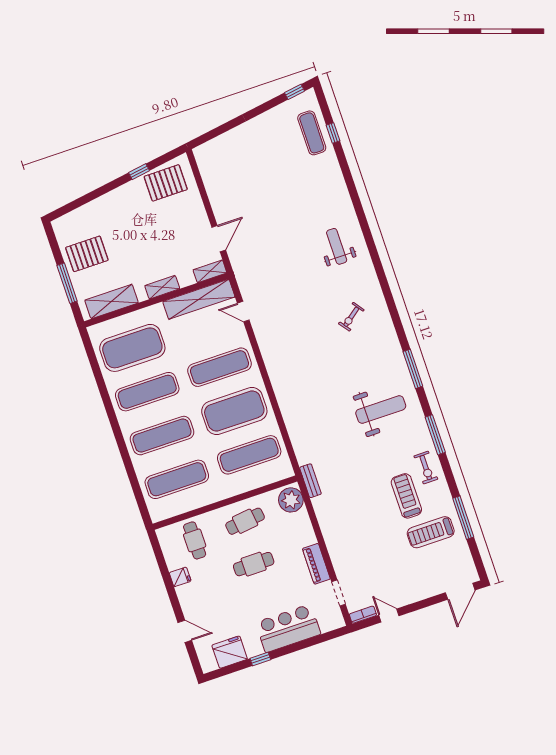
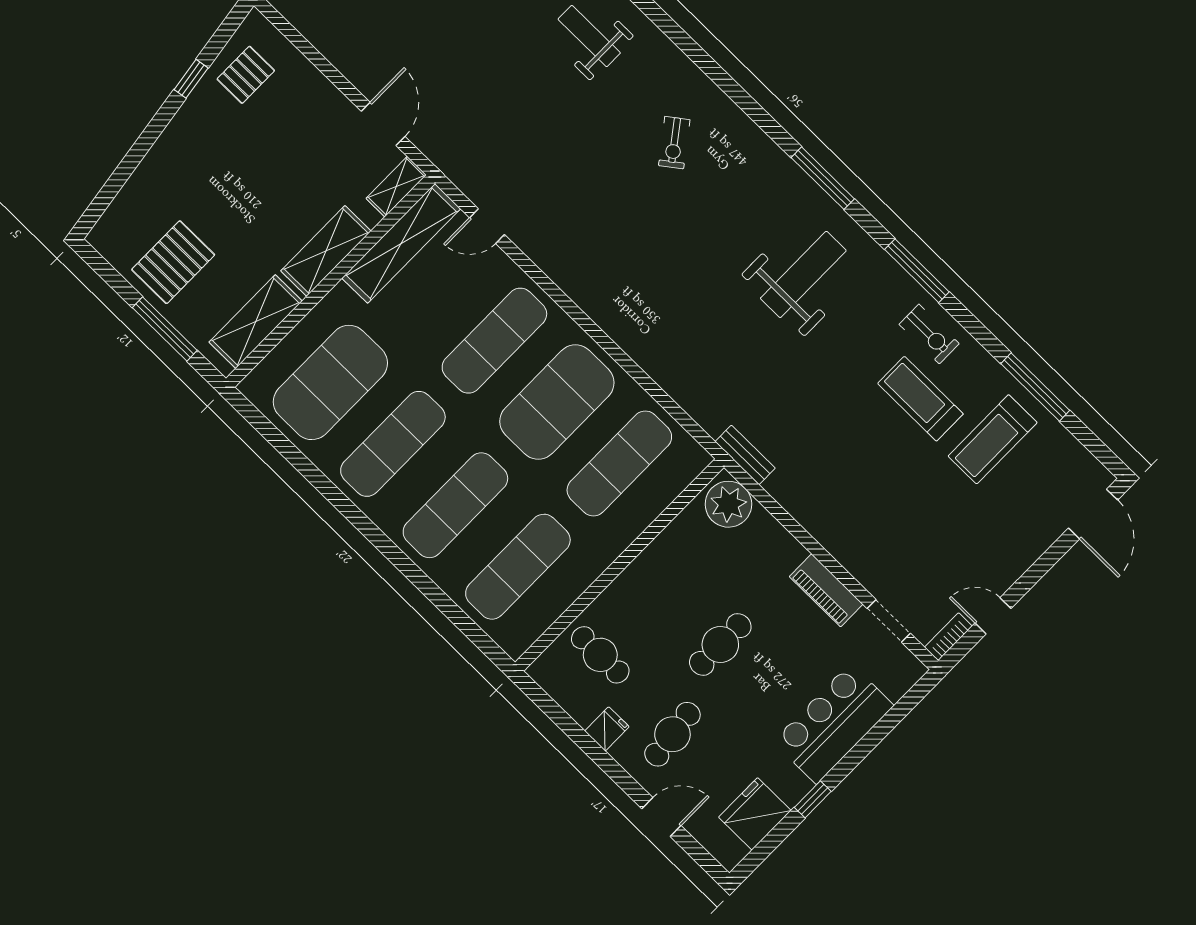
pallet: (166, 183) -> (246, 75), width x0.67, depth x0.71
shelving: (162, 287) -> (326, 251), width x1.50, depth x1.33
cafe table: (245, 521) -> (672, 734), moved

